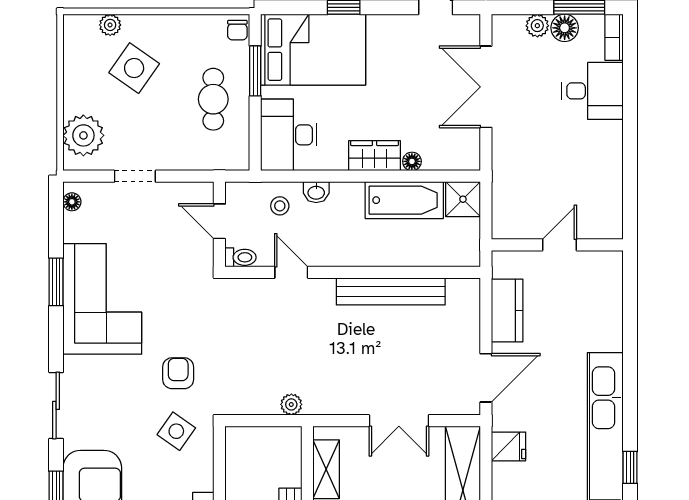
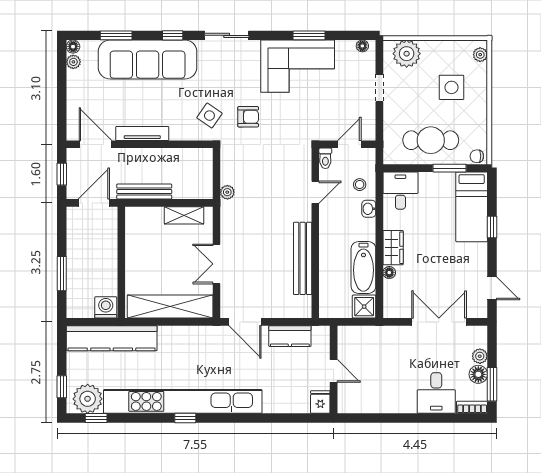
plant: (110, 25) -> (480, 55), moved
bed: (313, 50) -> (472, 207), width x0.67
side table: (134, 68) -> (452, 87), turned -35
cafe table: (213, 99) -> (431, 140), width x1.37, depth x1.35
desk: (289, 135) -> (400, 191), width x0.73
fridge: (509, 446) -> (320, 402), moved, turned 180

